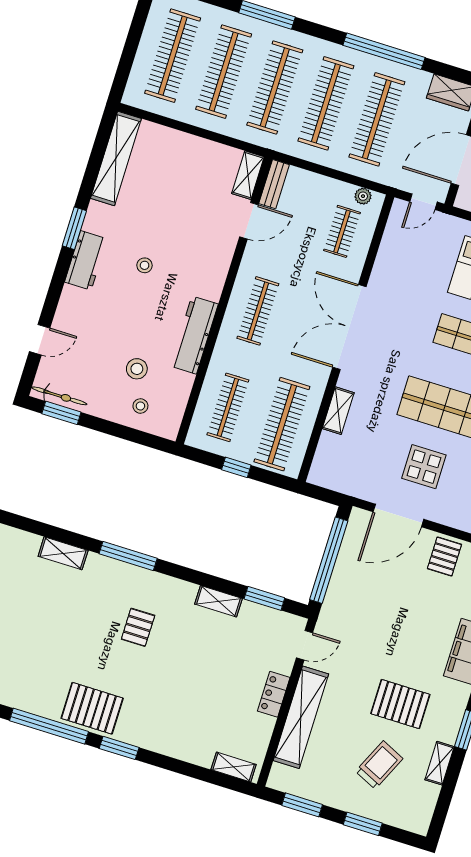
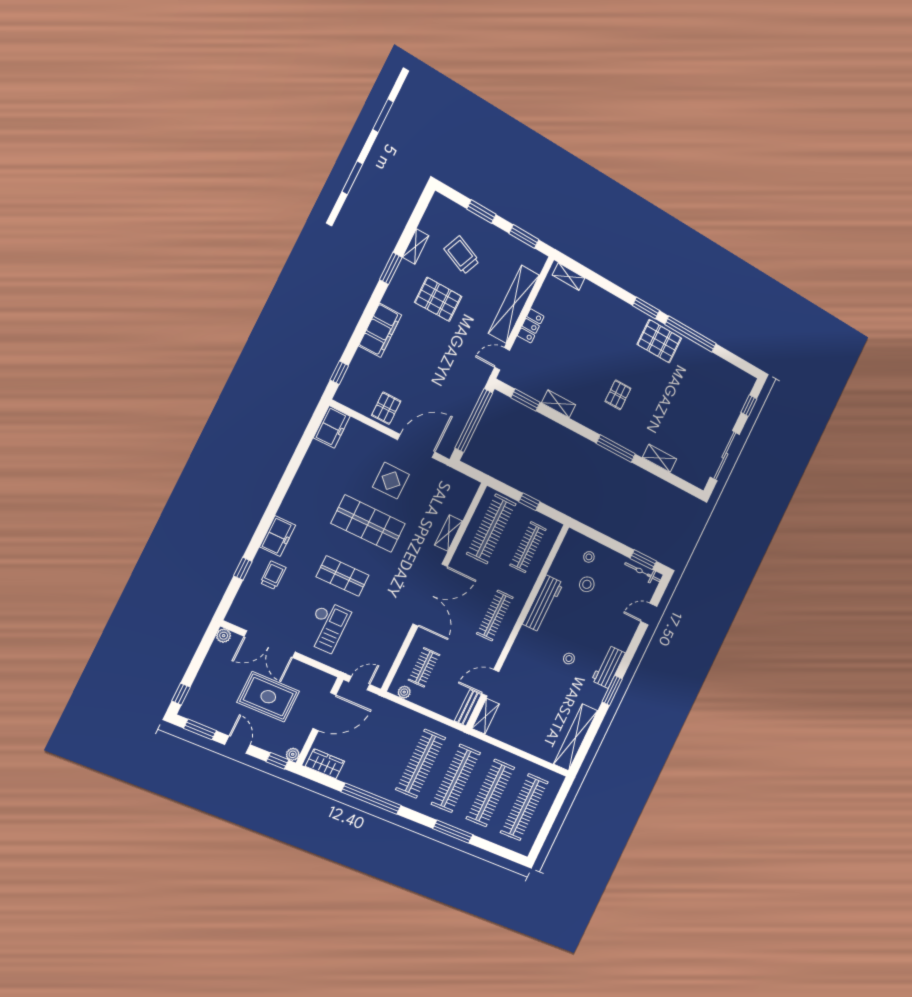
clothes rail: (377, 119) -> (385, 748), removed
trolley: (379, 765) -> (462, 255), turned 88

